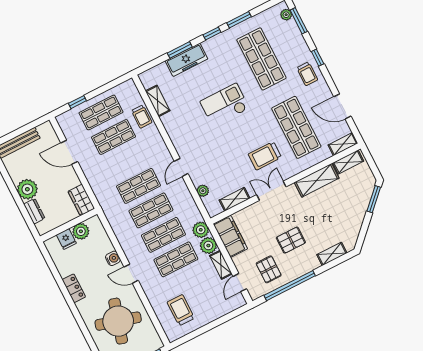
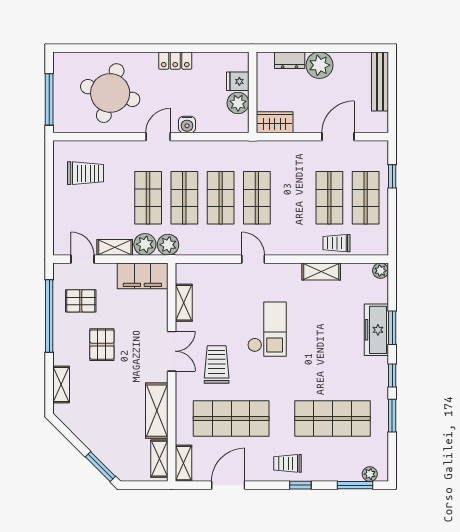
shelving: (158, 101) -> (321, 271), moved
checkout: (225, 105) -> (267, 329), moved
plant: (203, 191) -> (380, 271), moved

